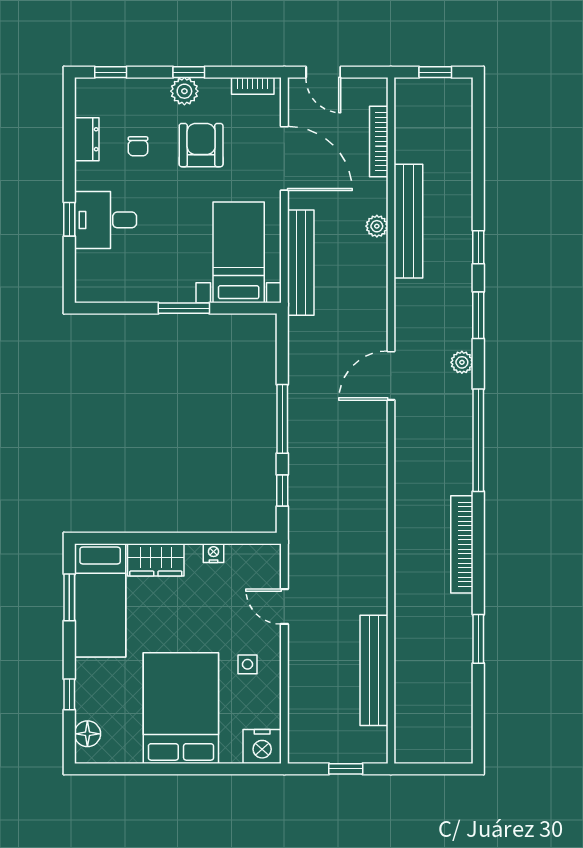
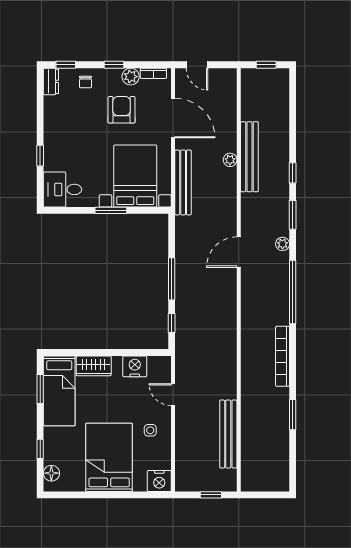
plant: (184, 91) -> (131, 77), moved
dresser: (87, 139) -> (51, 81), moved
bookcase: (379, 142) -> (231, 108), removed
chair: (138, 146) -> (85, 82), moved
desk: (105, 220) -> (63, 189), moved
bed with nightstands: (239, 252) -> (135, 176), width x1.36
nightstand: (213, 553) -> (135, 366), width x1.89, depth x1.79

